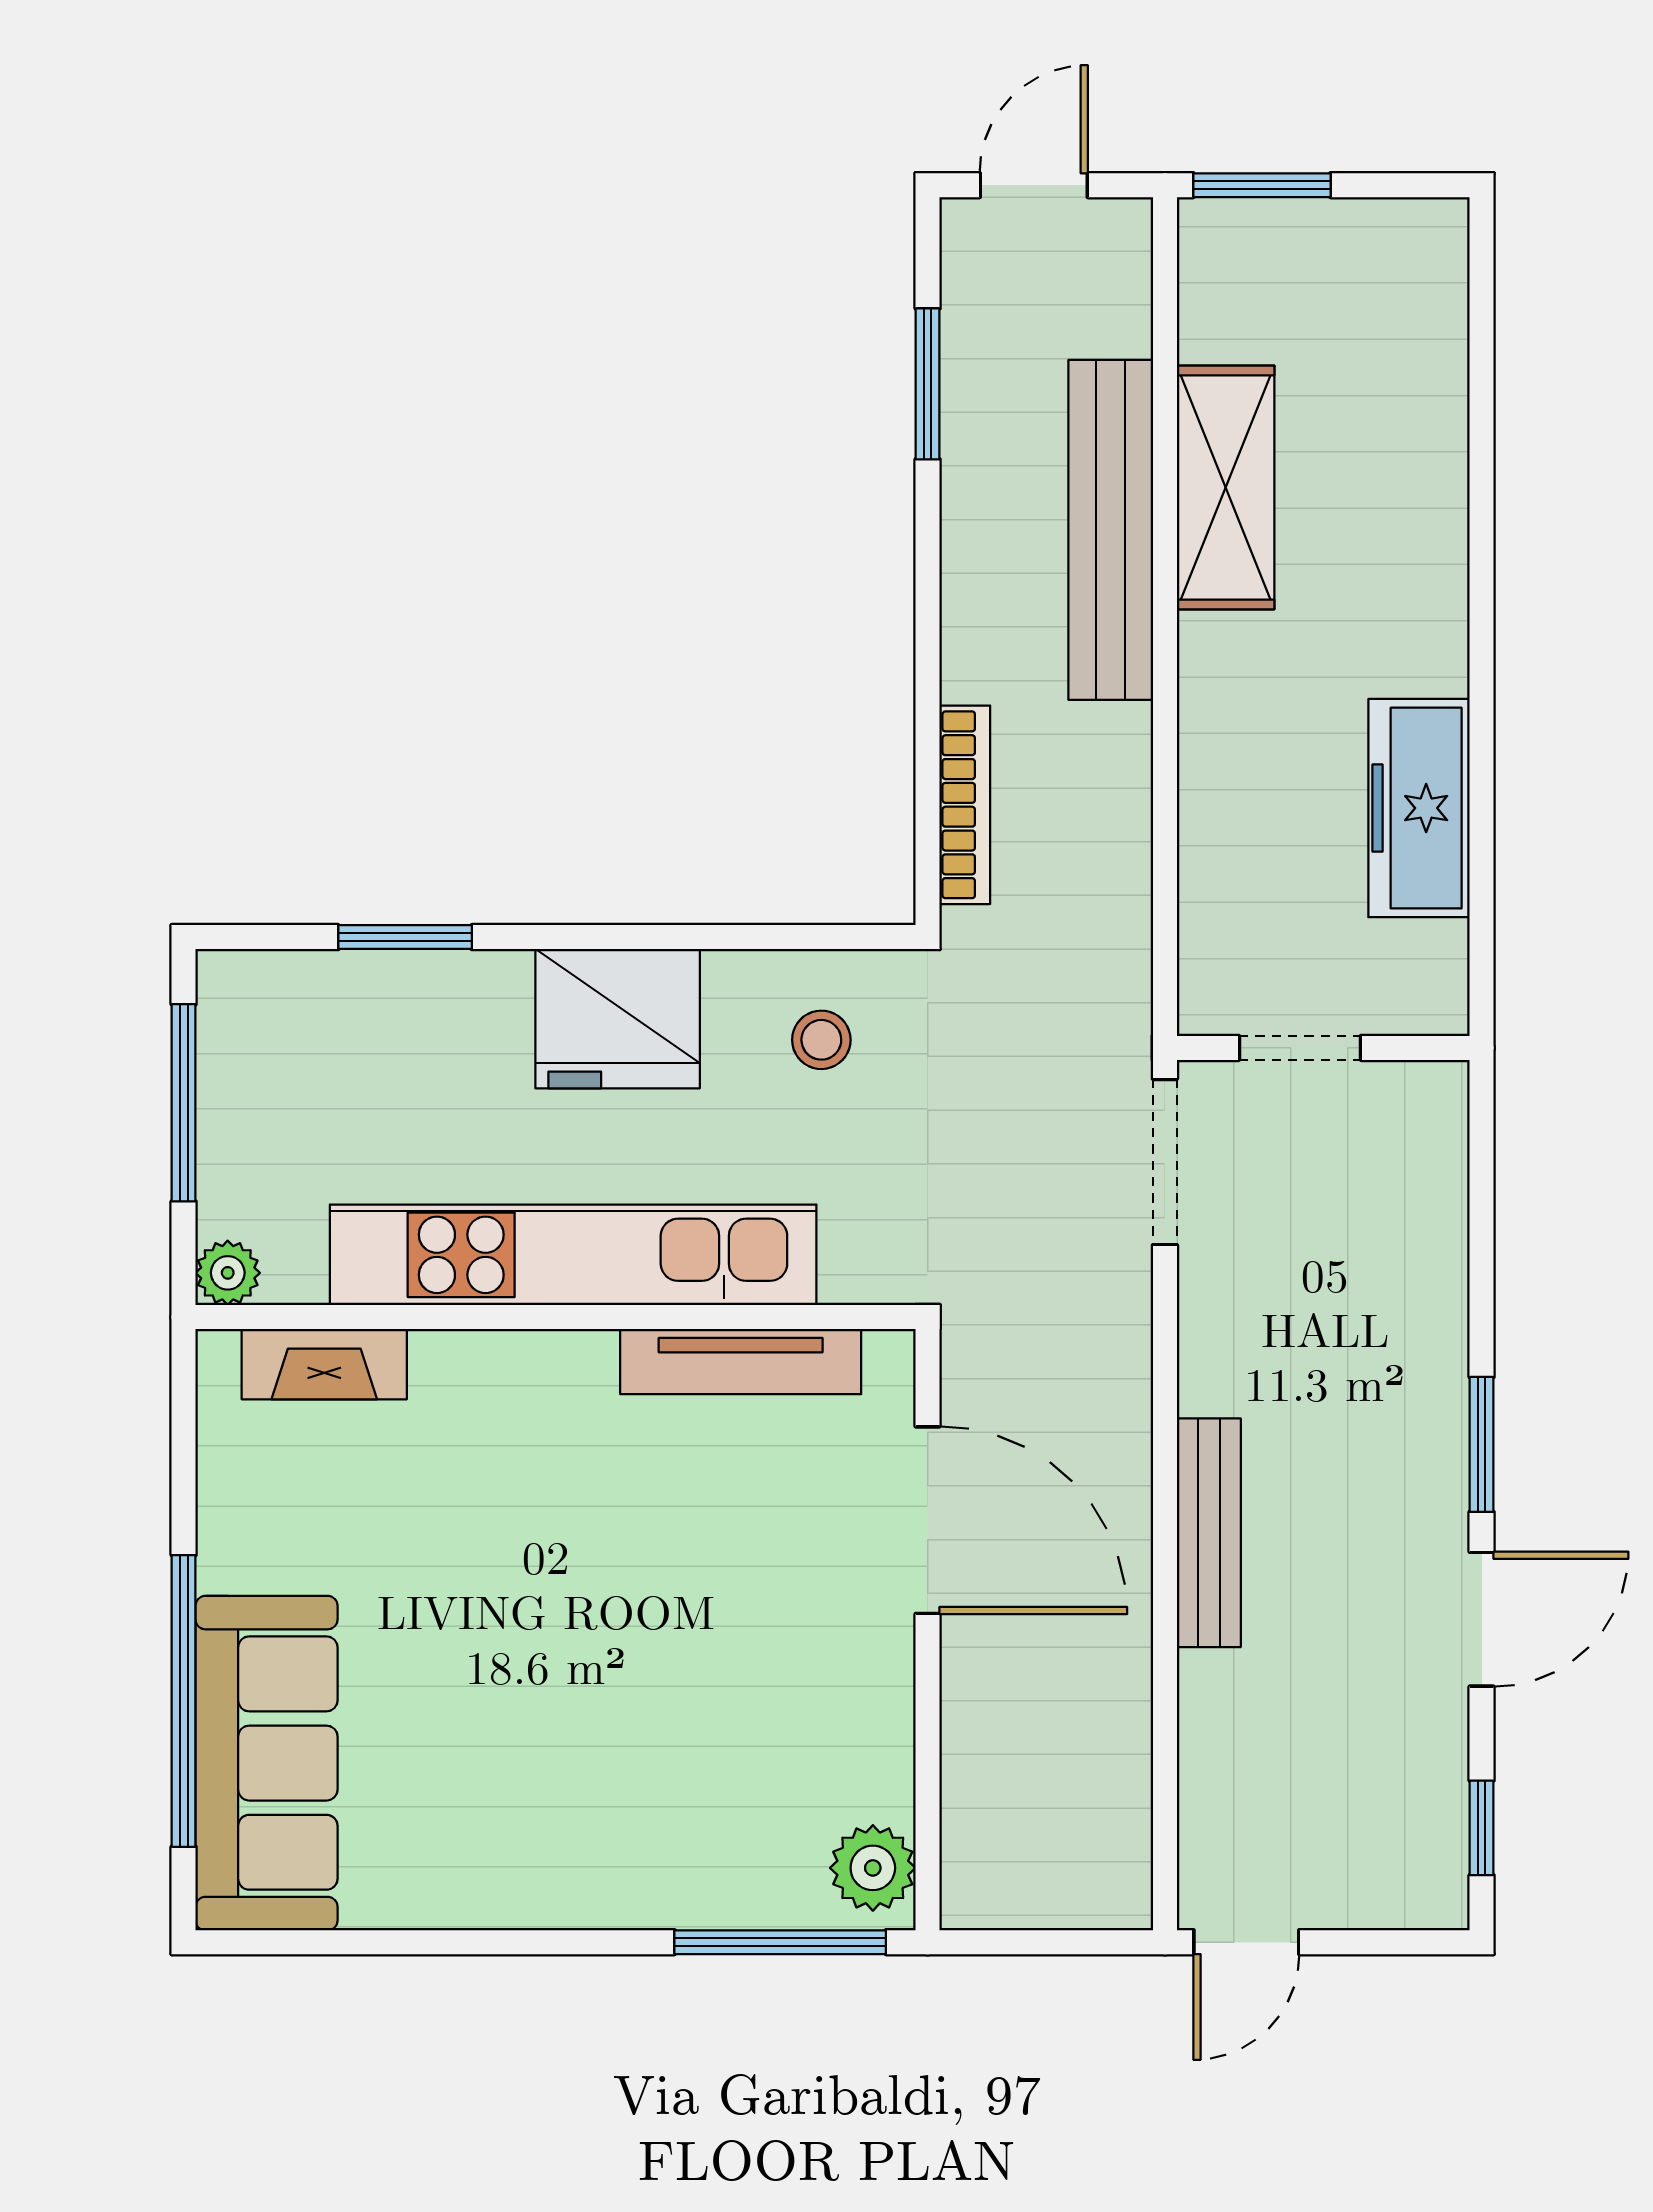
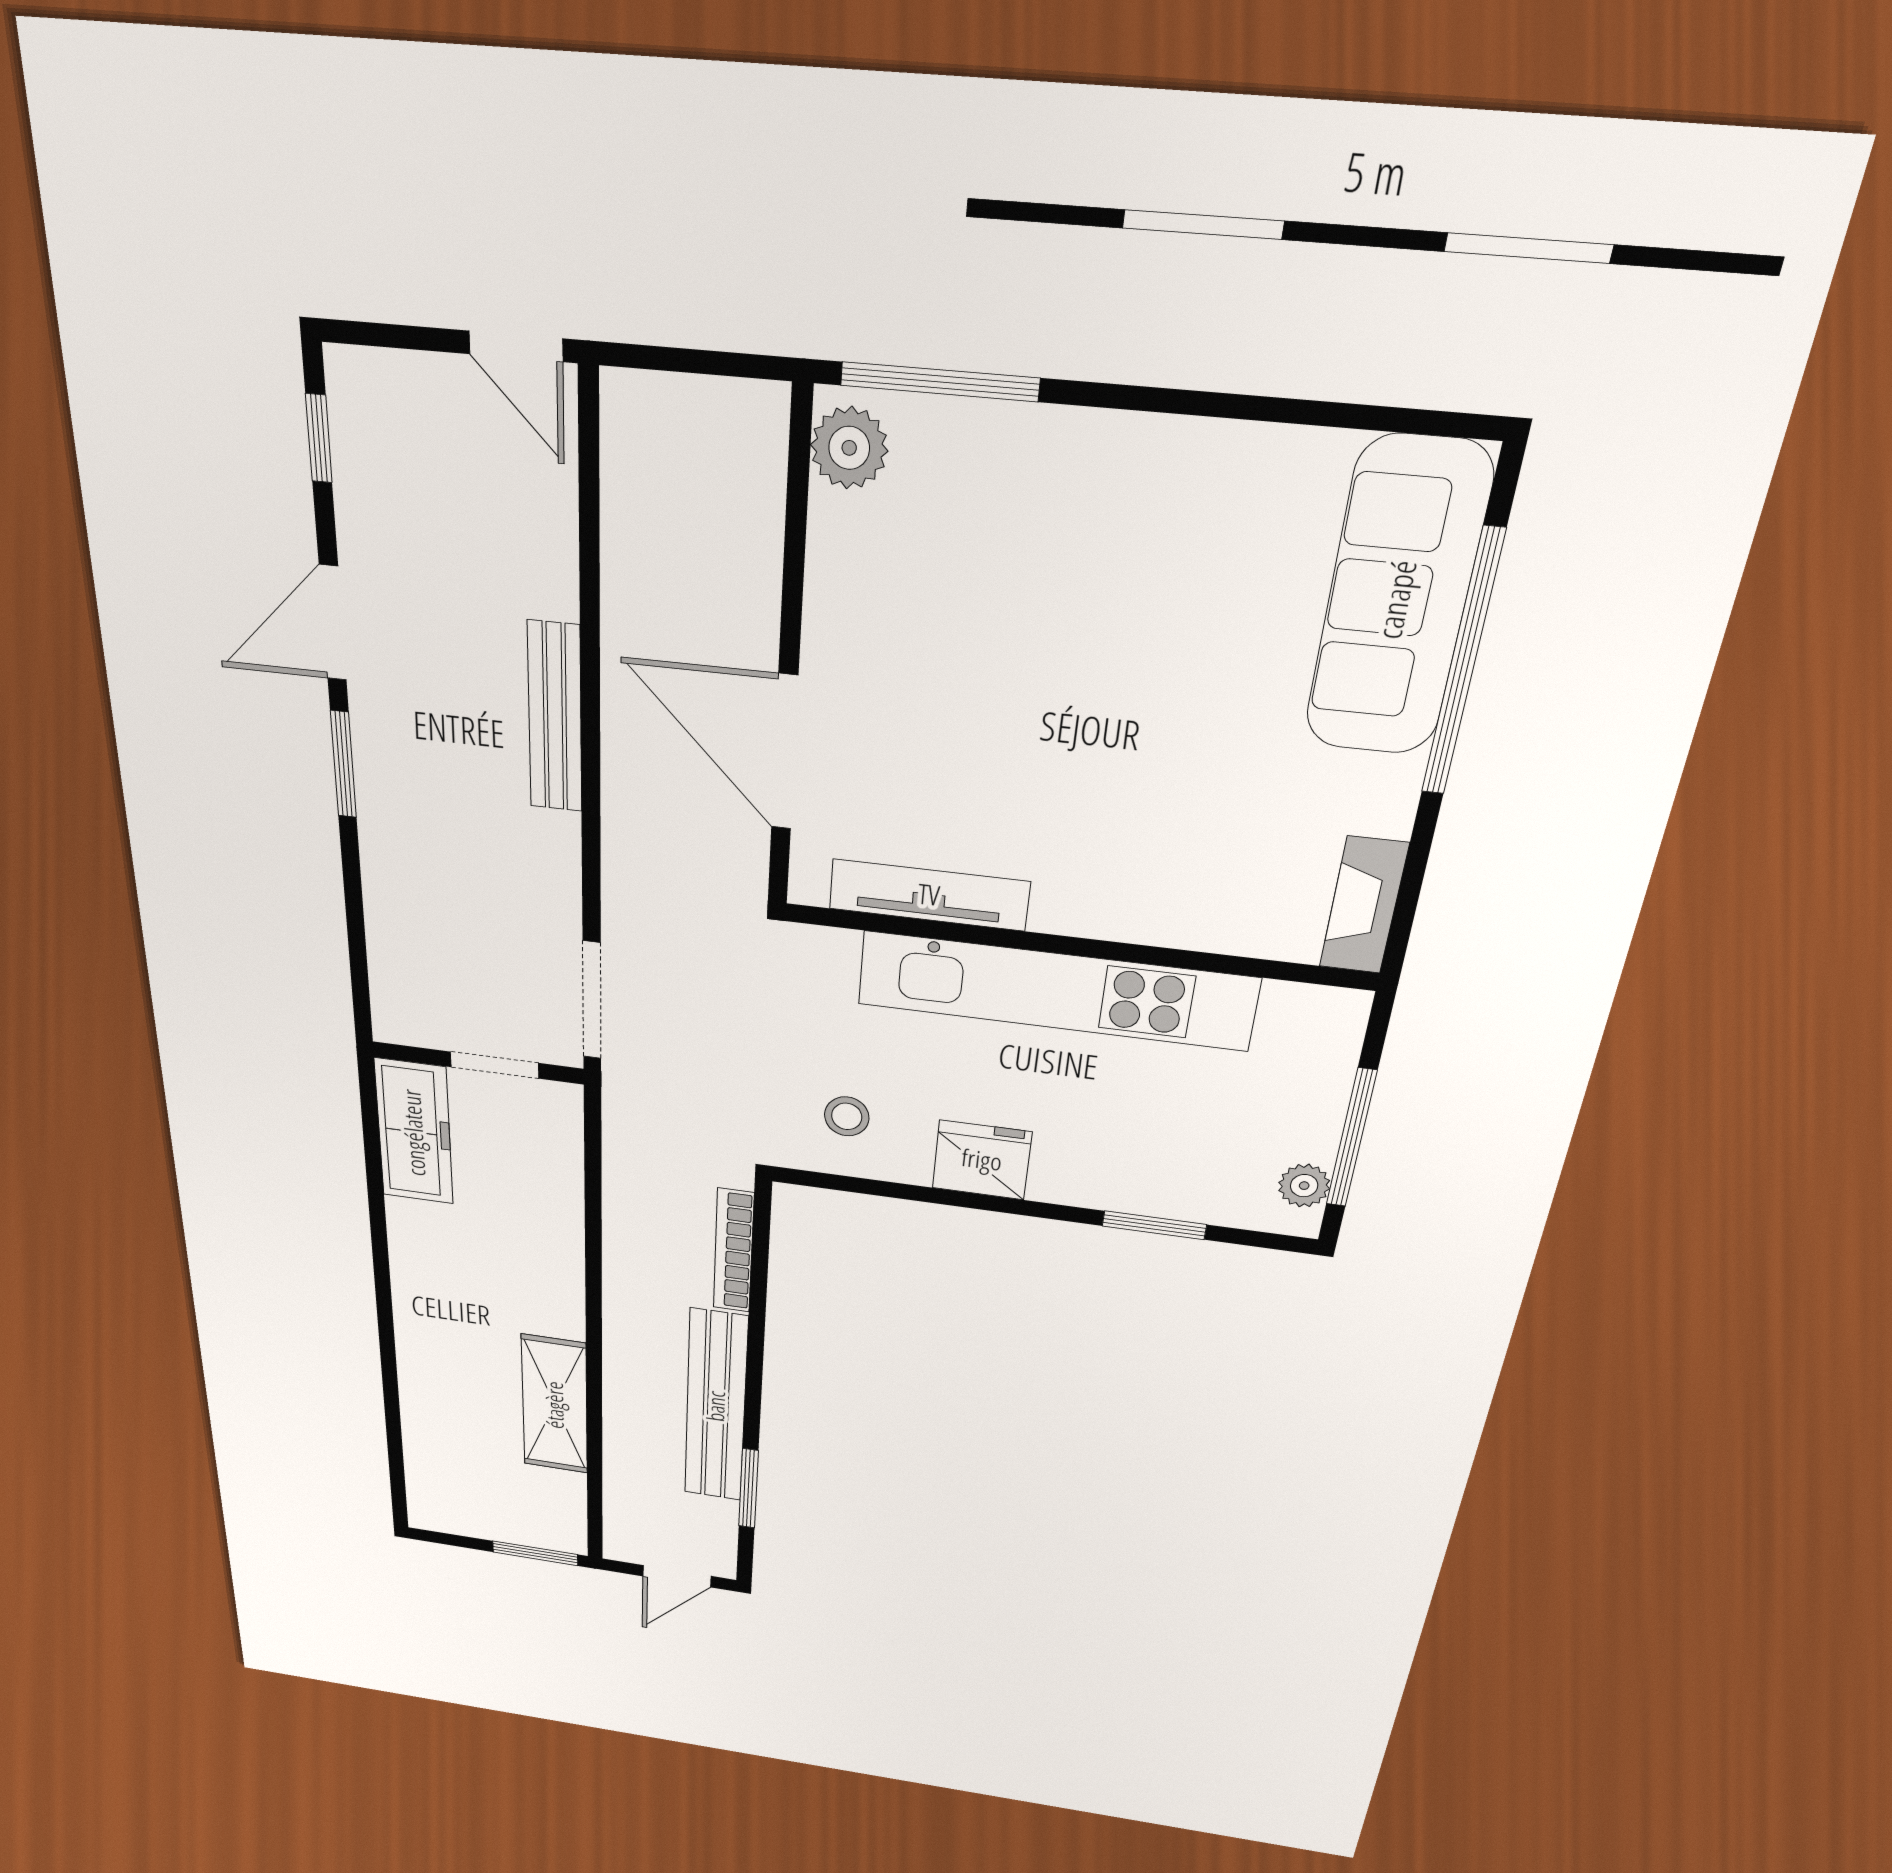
bench: (1111, 530) -> (716, 1406), moved
freezer: (1419, 808) -> (414, 1132), moved
fridge: (618, 1019) -> (982, 1160), width x0.73, depth x0.75
plant: (228, 1273) -> (1304, 1186), moved
fireplace: (324, 1364) -> (1364, 905), moved, turned -90
door: (1246, 1942) -> (516, 346), swing flipped

